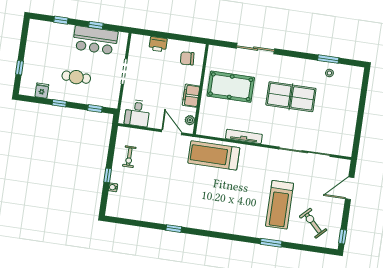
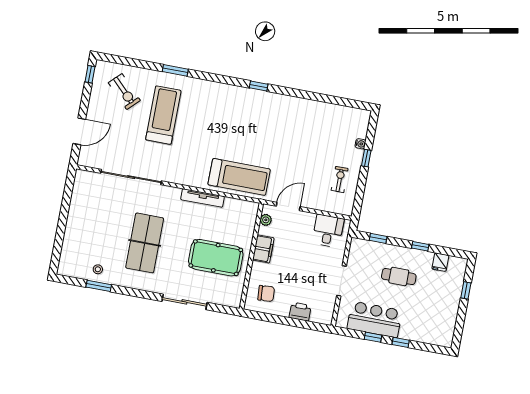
window: (61, 20) -> (401, 342), moved
table tennis table: (291, 97) -> (145, 243), turned 90
door: (172, 132) -> (288, 206), swing flipped
window: (174, 229) -> (259, 86), moved

